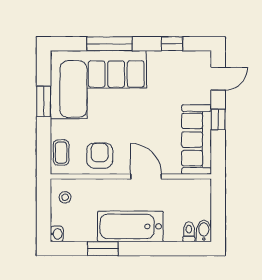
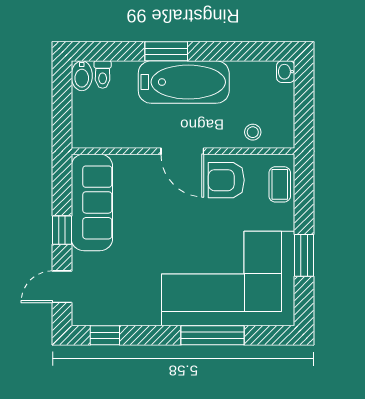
window: (172, 44) -> (105, 335), moved
armchair: (100, 156) -> (226, 180), turned 90
door: (146, 176) -> (182, 151), moved
stool: (65, 197) -> (253, 132), moved
window: (103, 249) -> (166, 51), moved

